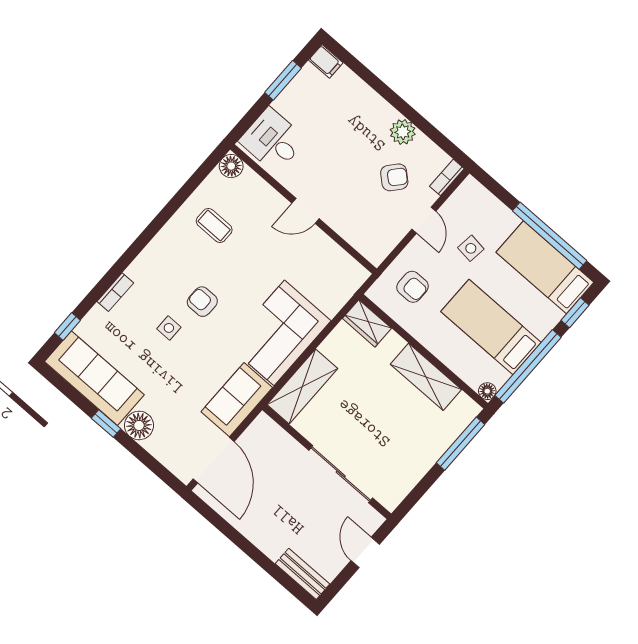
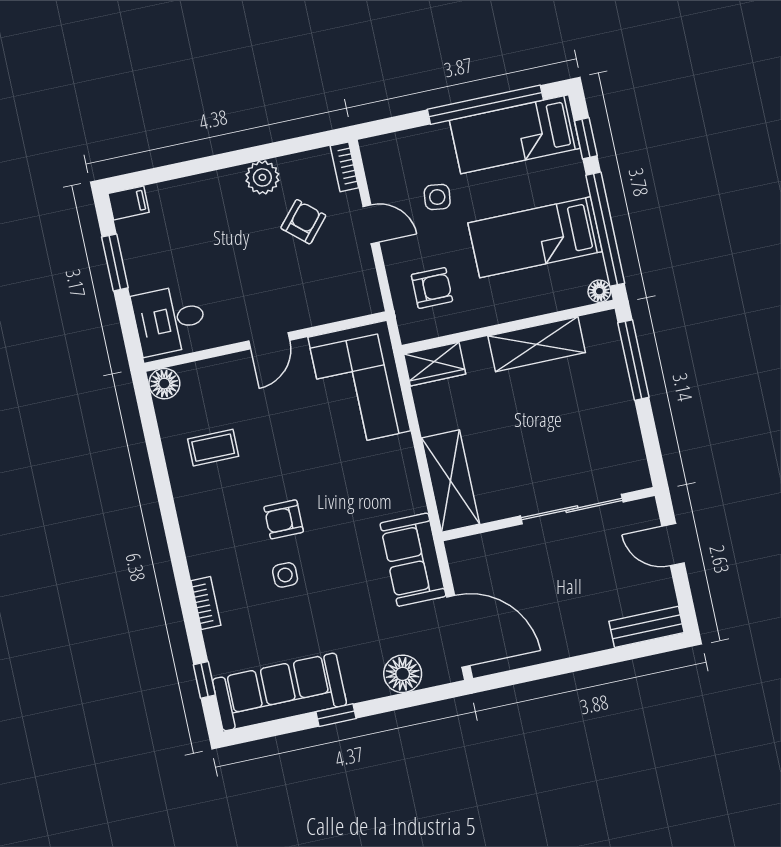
corner sofa: (279, 333) -> (359, 384), moved
floor lamp: (139, 425) -> (403, 674), moved

